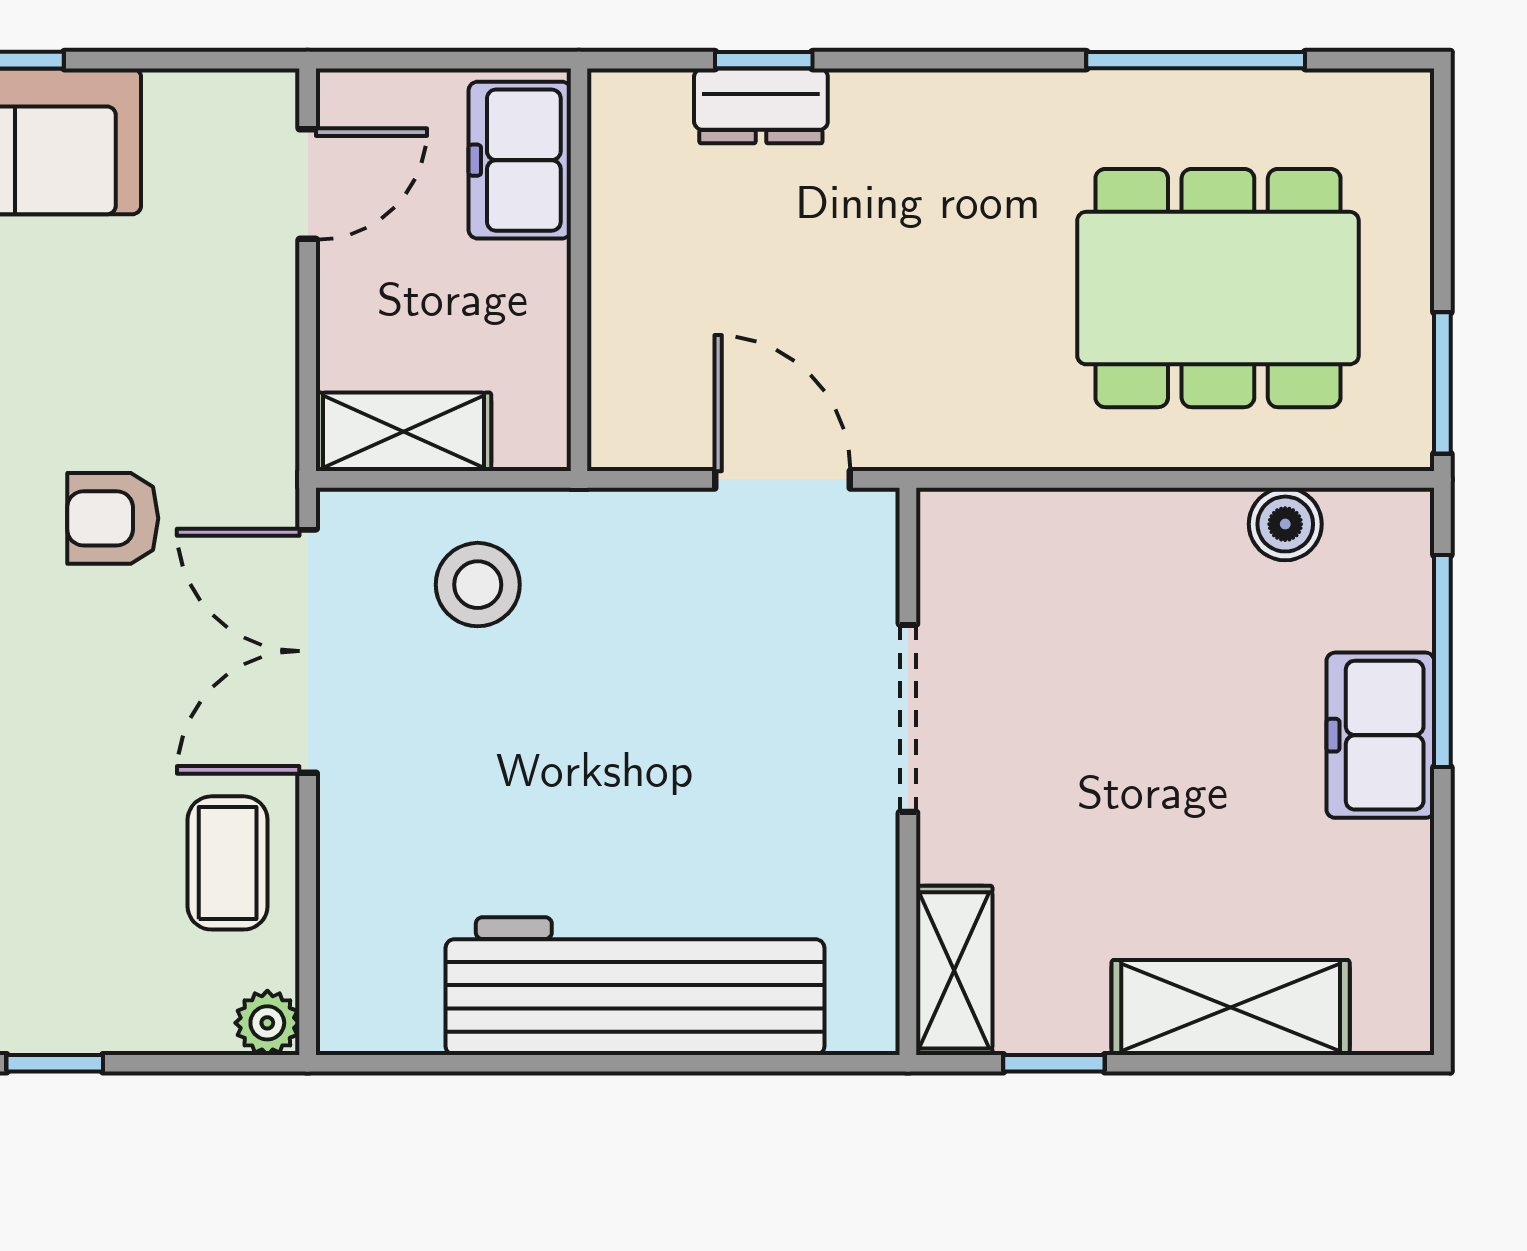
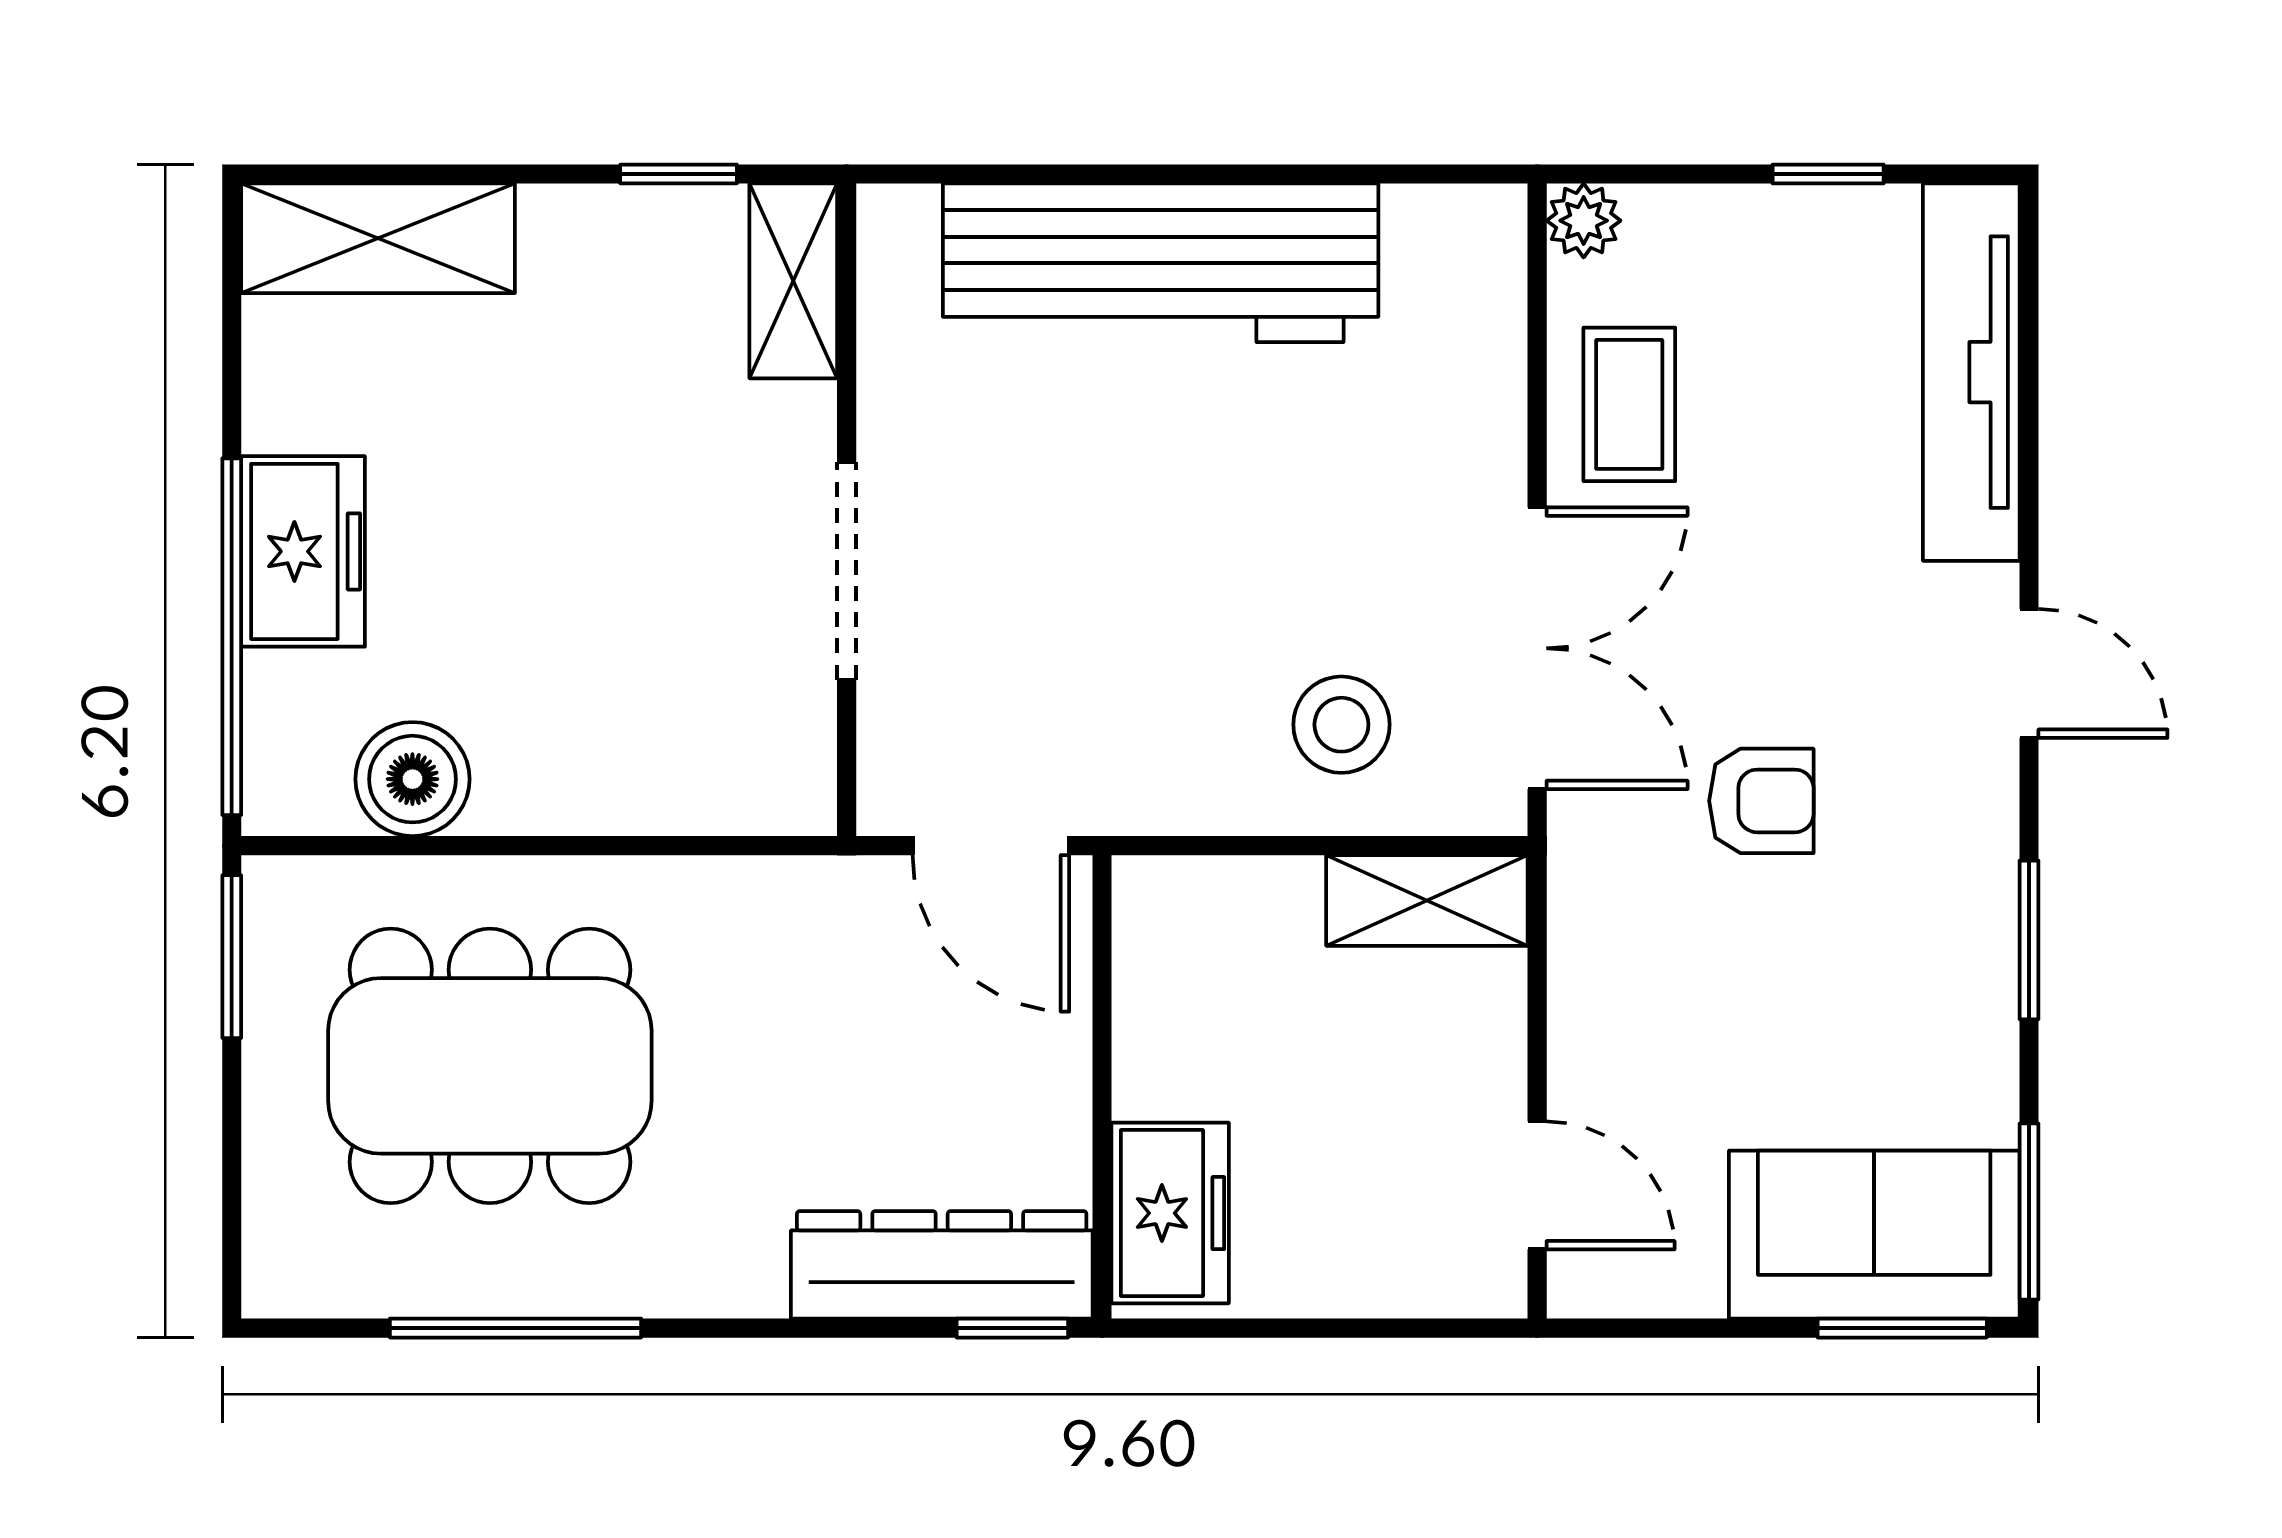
dresser: (761, 106) -> (942, 1265), width x1.96, depth x1.24
freezer: (520, 160) -> (1170, 1213), moved
door: (308, 184) -> (1537, 1185), swing flipped
wall: (579, 270) -> (1102, 1087), moved
boiler: (1285, 524) -> (412, 779), width x1.36, depth x1.36
window: (1442, 661) -> (232, 637), width x1.46
shelving: (1231, 1007) -> (378, 238), moved

